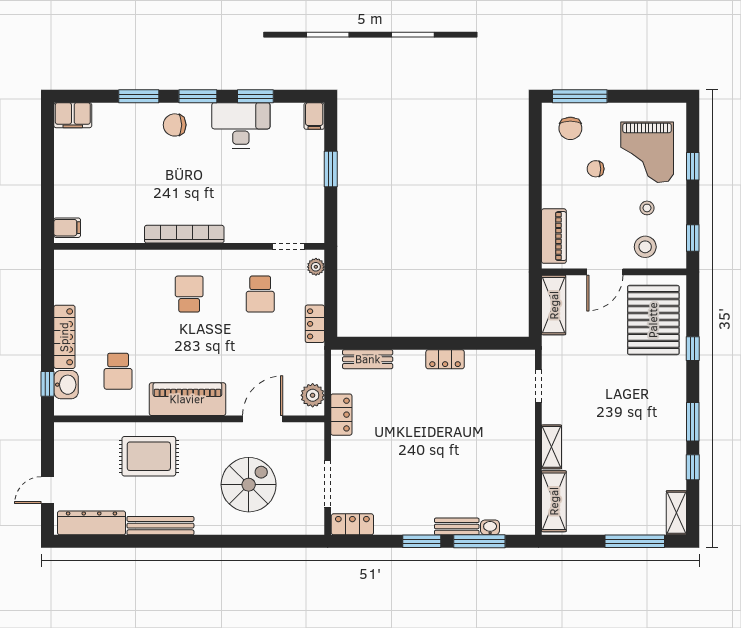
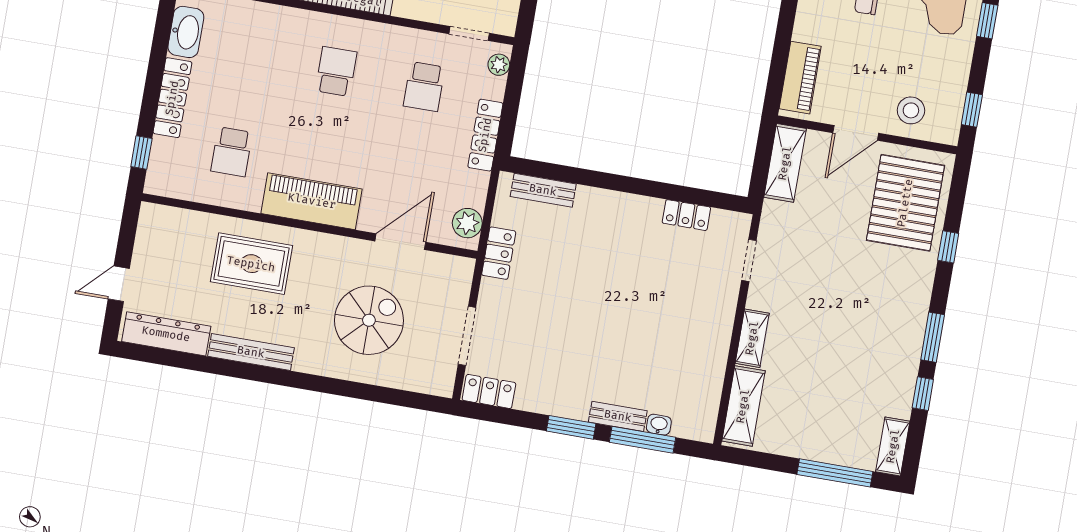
stool: (647, 208) -> (922, 63), removed
locker: (315, 324) -> (485, 135), width x1.53
locker: (445, 359) -> (686, 215), moved
washbasin: (66, 385) -> (186, 32), moved, width x1.38

